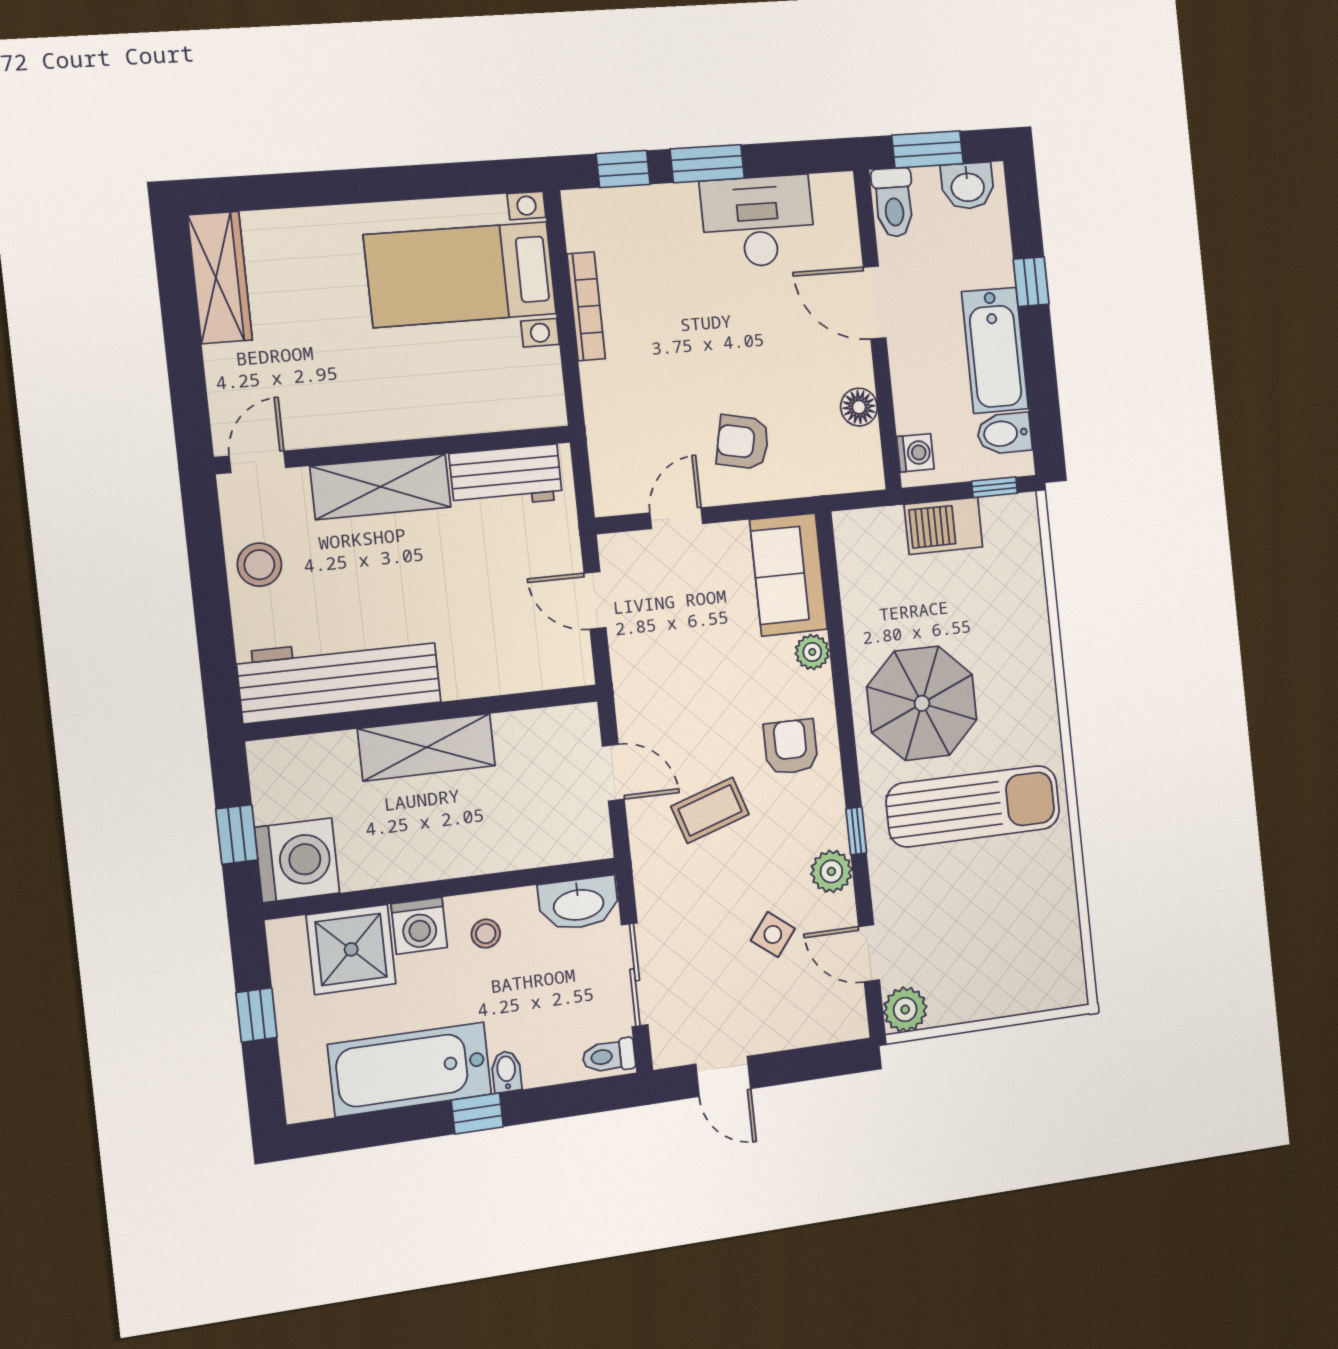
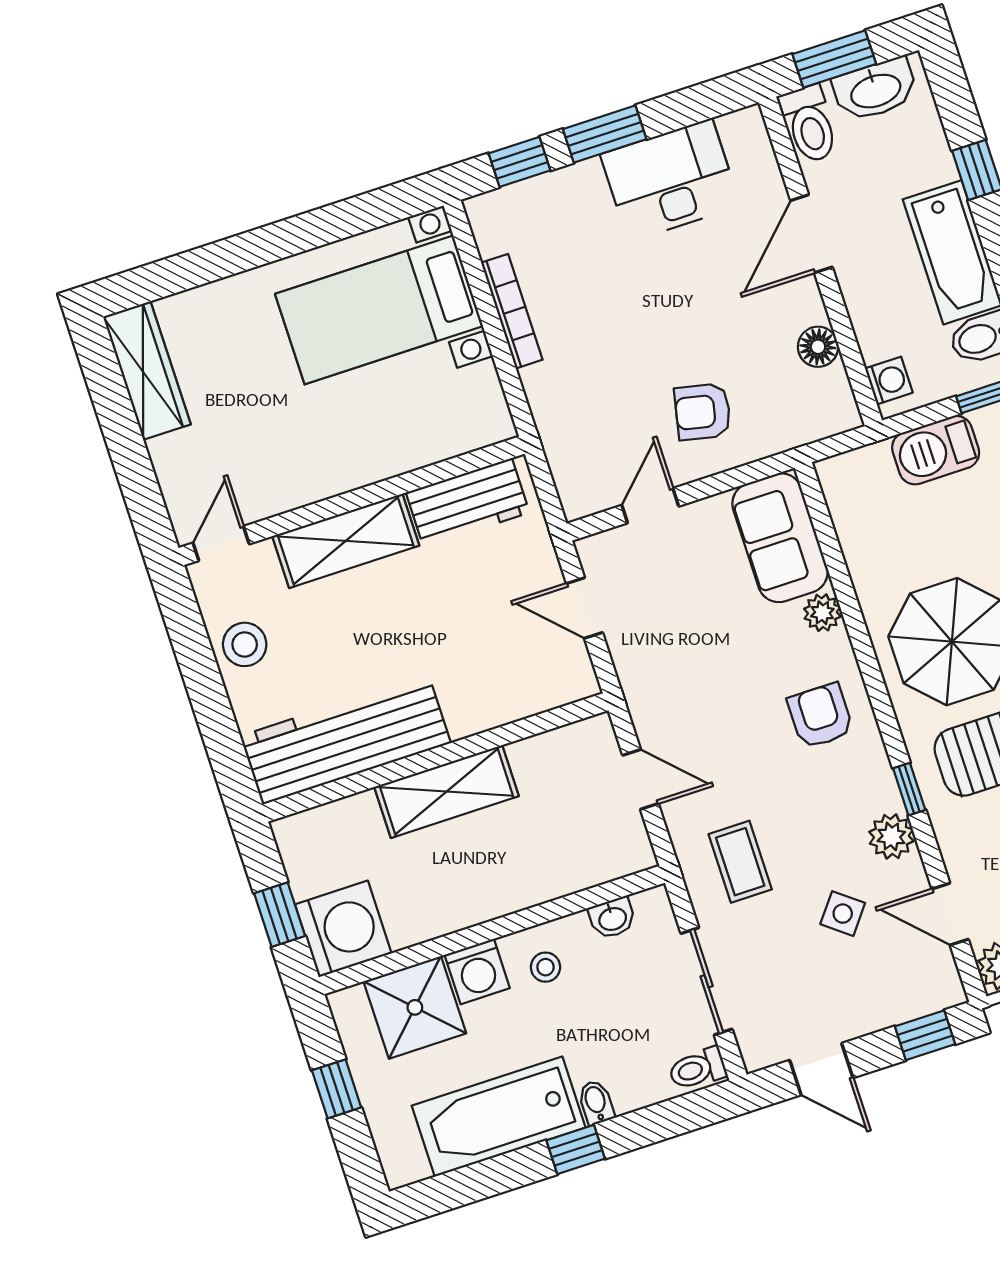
washbasin: (968, 186) -> (875, 90), width x1.38
door: (875, 303) -> (811, 234), hinge flipped
coffee table: (710, 810) -> (740, 862), moved, turned -72
washbasin: (578, 903) -> (612, 918), width x0.52, depth x0.69
window: (824, 1061) -> (925, 1035), added

